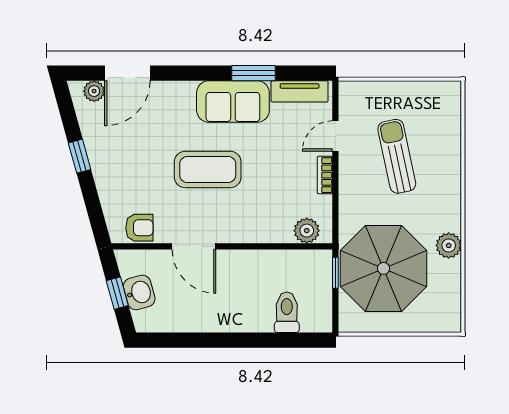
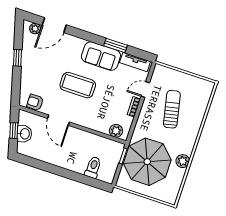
armchair: (139, 228) -> (35, 102), turned 180

